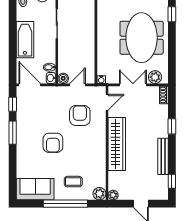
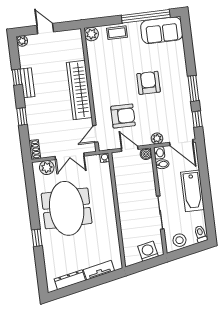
door: (77, 85) -> (130, 149), swing flipped
plant: (51, 91) -> (157, 138), added
armchair: (80, 115) -> (123, 116), turned -90
bench: (163, 156) -> (27, 83), width x0.73
window: (172, 181) -> (17, 77), moved
coffee table: (73, 182) -> (117, 33), moved
plant: (113, 195) -> (22, 41), moved
window: (65, 204) -> (146, 16), moved

